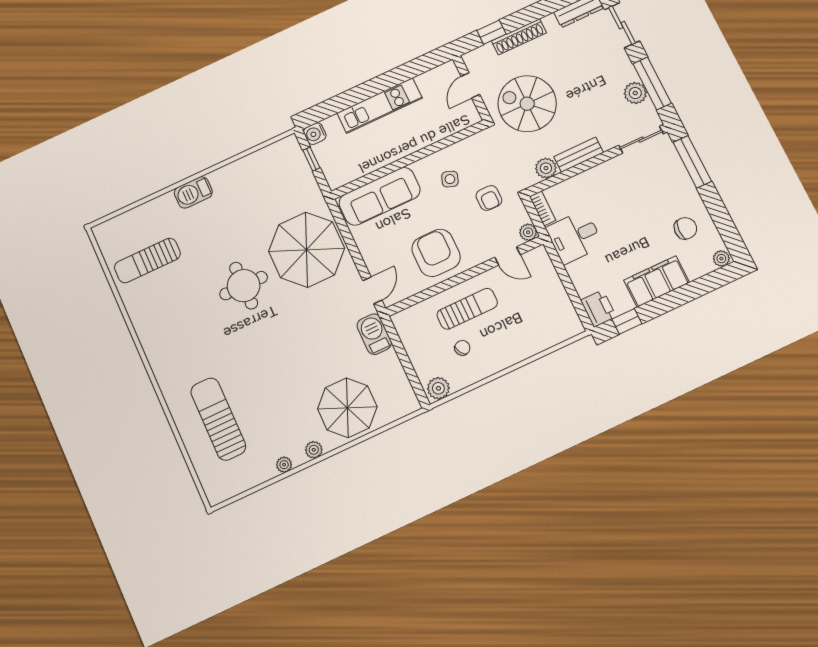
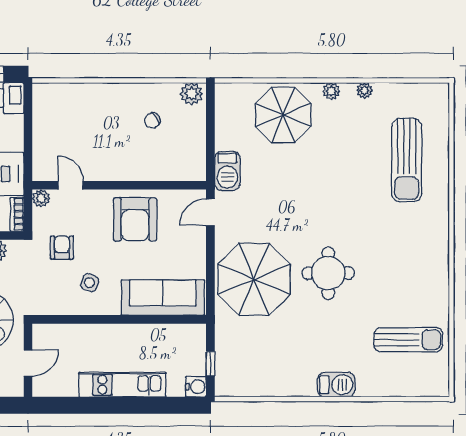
sun lounger: (467, 309) -> (131, 154), removed

